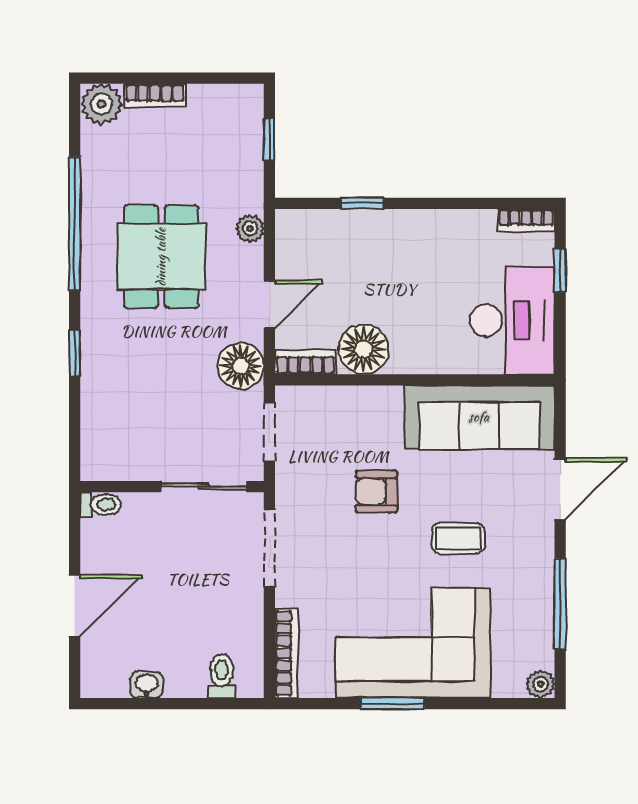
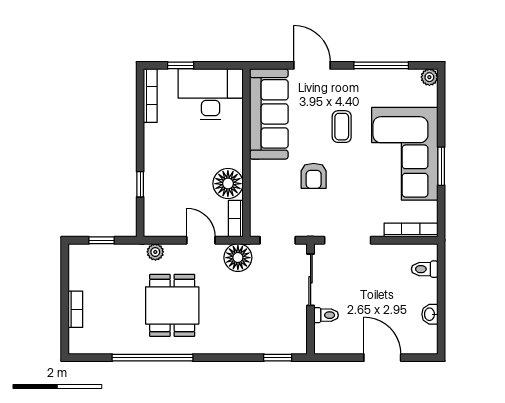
plant: (101, 104) -> (80, 341), removed
bookcase: (526, 220) -> (150, 96), width x1.56
dining table: (161, 257) -> (172, 305), turned 90
window: (75, 354) -> (278, 358), moved
toilet: (100, 505) -> (326, 315), moved, turned 90

